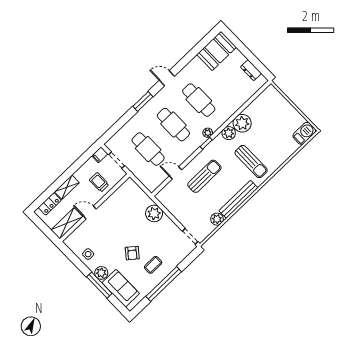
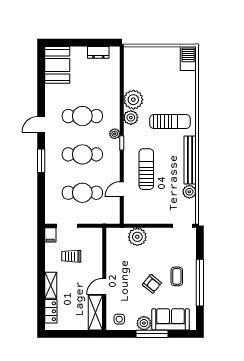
wall: (95, 208) -> (104, 279), moved
door: (90, 213) -> (104, 286), moved
shelving: (67, 223) -> (95, 313), moved

